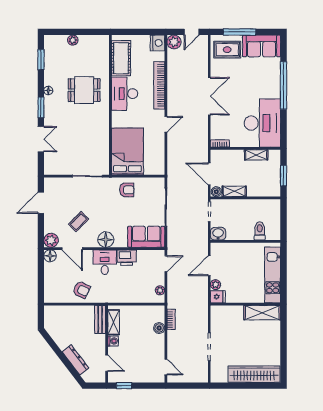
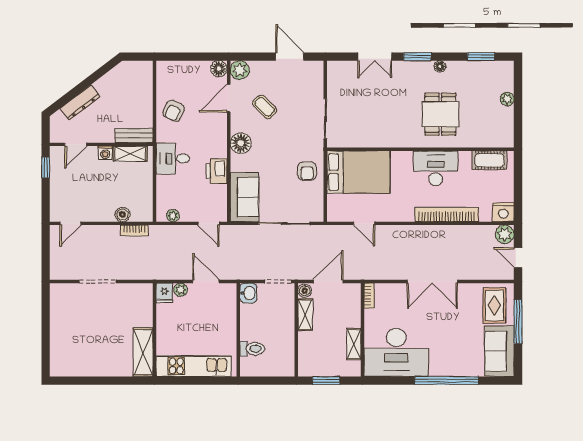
cot: (121, 58) -> (489, 160), width x0.73, depth x0.75
door: (166, 124) -> (364, 223), moved
desk: (105, 262) -> (173, 158), moved, turned 180
wardrobe: (254, 374) -> (61, 341), removed

